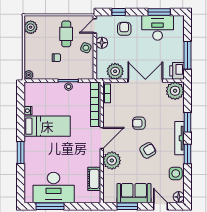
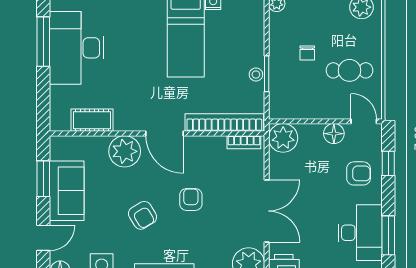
side table: (86, 48) -> (325, 105), removed
plant: (115, 71) -> (283, 138), moved

